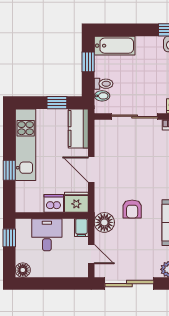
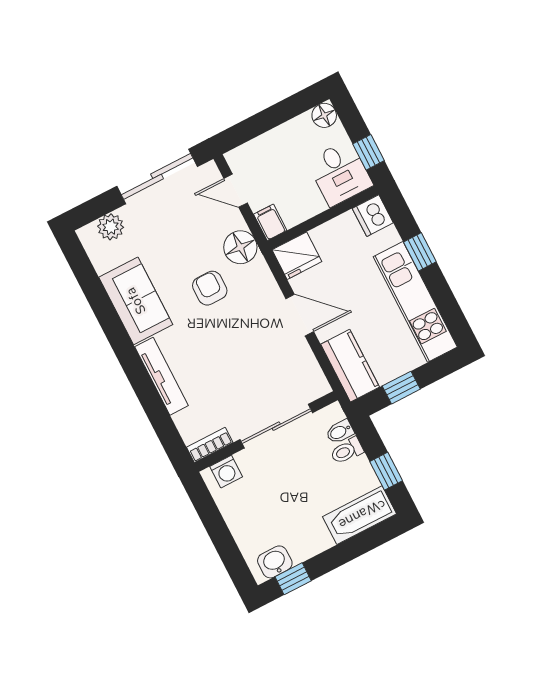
dishwasher: (54, 203) -> (373, 216), moved, turned 90
desk: (47, 235) -> (340, 173), moved

